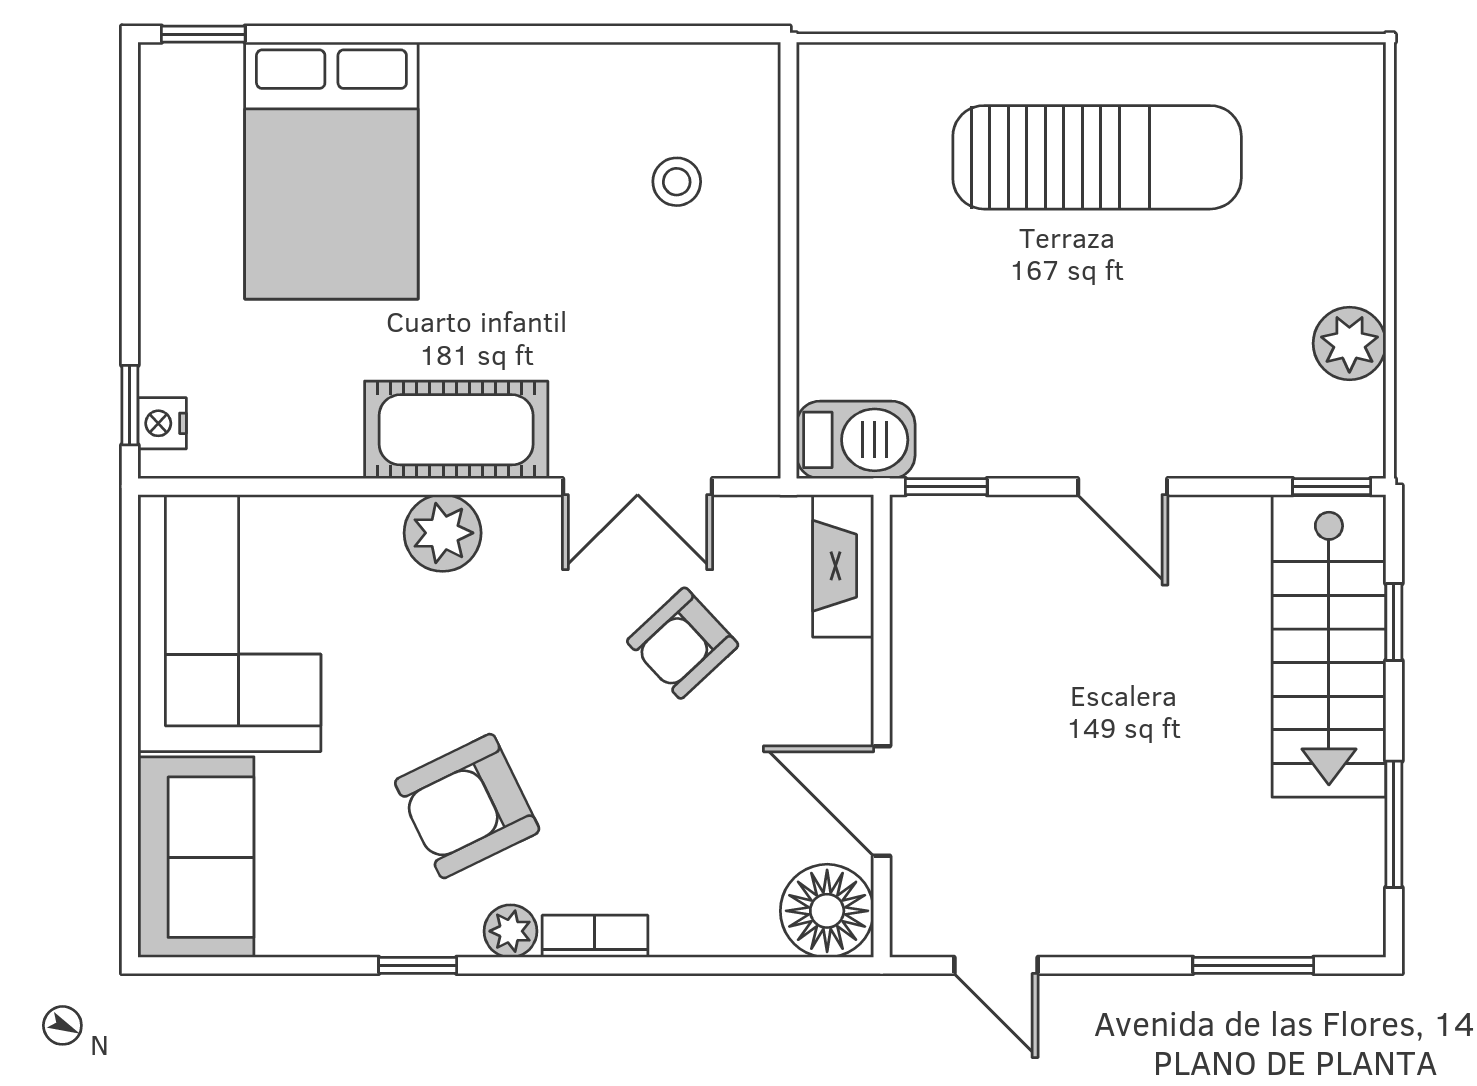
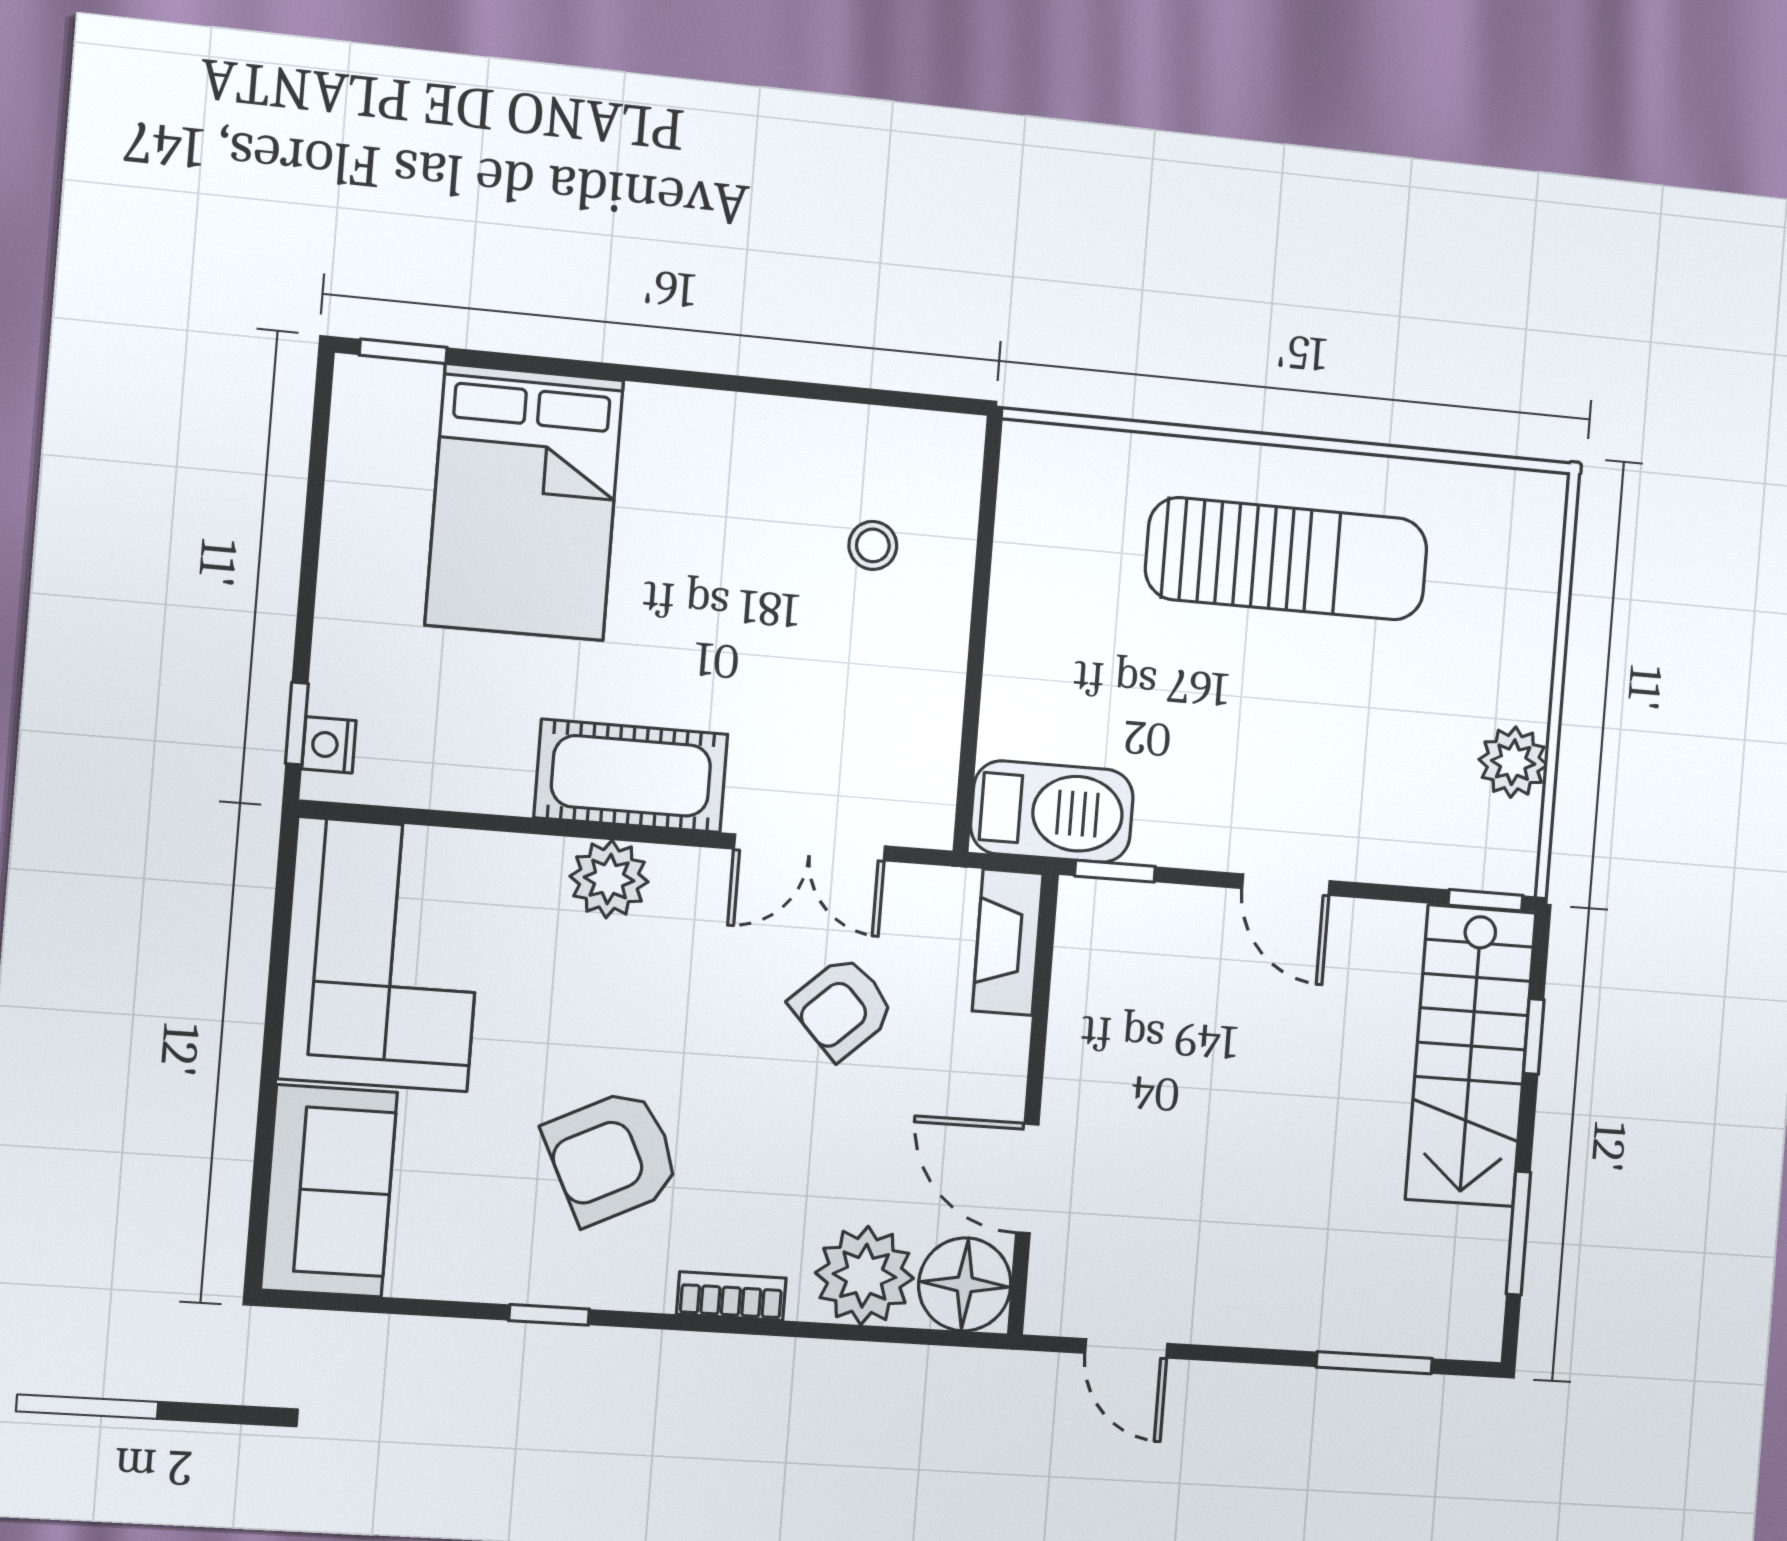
barbecue: (856, 440) -> (1052, 812), width x1.37, depth x1.21
plant: (510, 931) -> (864, 1276), moved, width x1.88, depth x1.88

